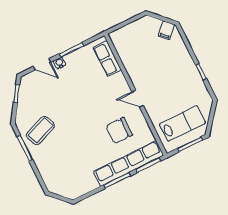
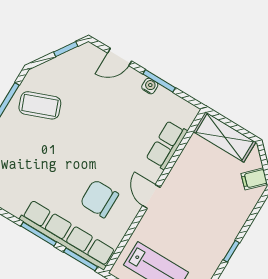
shelving: (130, 32) -> (225, 137), added
row of seats: (107, 59) -> (167, 145), moved
water cooler: (60, 63) -> (150, 86), moved
door: (42, 64) -> (120, 57), hinge flipped

